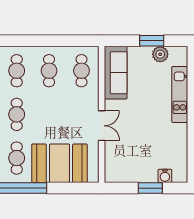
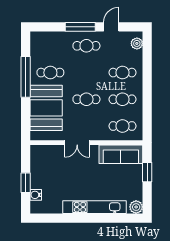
window: (152, 41) -> (147, 172), moved
plant: (160, 54) -> (136, 207), moved
kitchen unit: (180, 94) -> (94, 207), width x1.36
cafe table: (17, 114) -> (86, 99), moved

